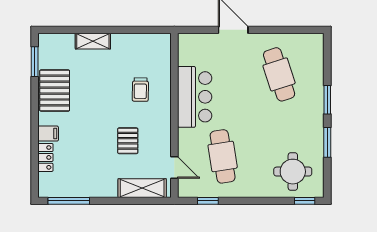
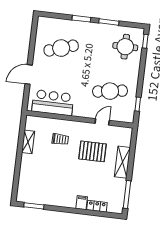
shelving: (93, 41) -> (28, 142), moved
pallet: (55, 91) -> (54, 195), removed
bar counter: (195, 97) -> (53, 103), moved
pallet: (128, 141) -> (93, 151), width x1.50, depth x1.42
door: (174, 168) -> (102, 122), moved
shelving: (142, 188) -> (122, 162), moved

